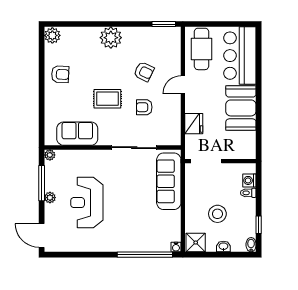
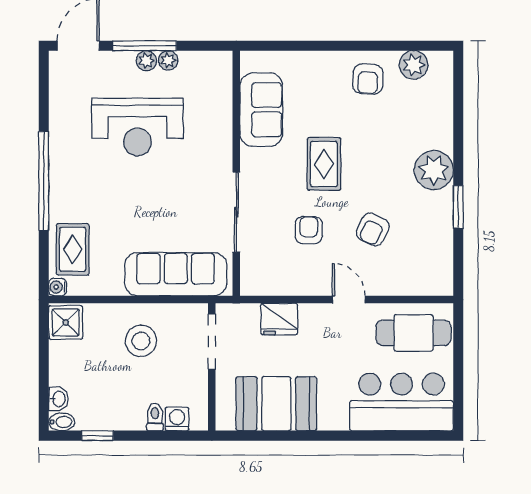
window: (164, 24) -> (458, 207), moved
plant: (52, 35) -> (414, 65), moved
booth: (241, 108) -> (276, 404), moved
plant: (50, 155) -> (168, 60), moved
window: (42, 183) -> (144, 46), moved
reception desk: (87, 203) -> (137, 127), turned 180
stool: (217, 214) -> (141, 341), moved
rug: (155, 239) -> (73, 249), added
washbasin: (223, 246) -> (58, 399), moved
window: (145, 255) -> (44, 181), moved

